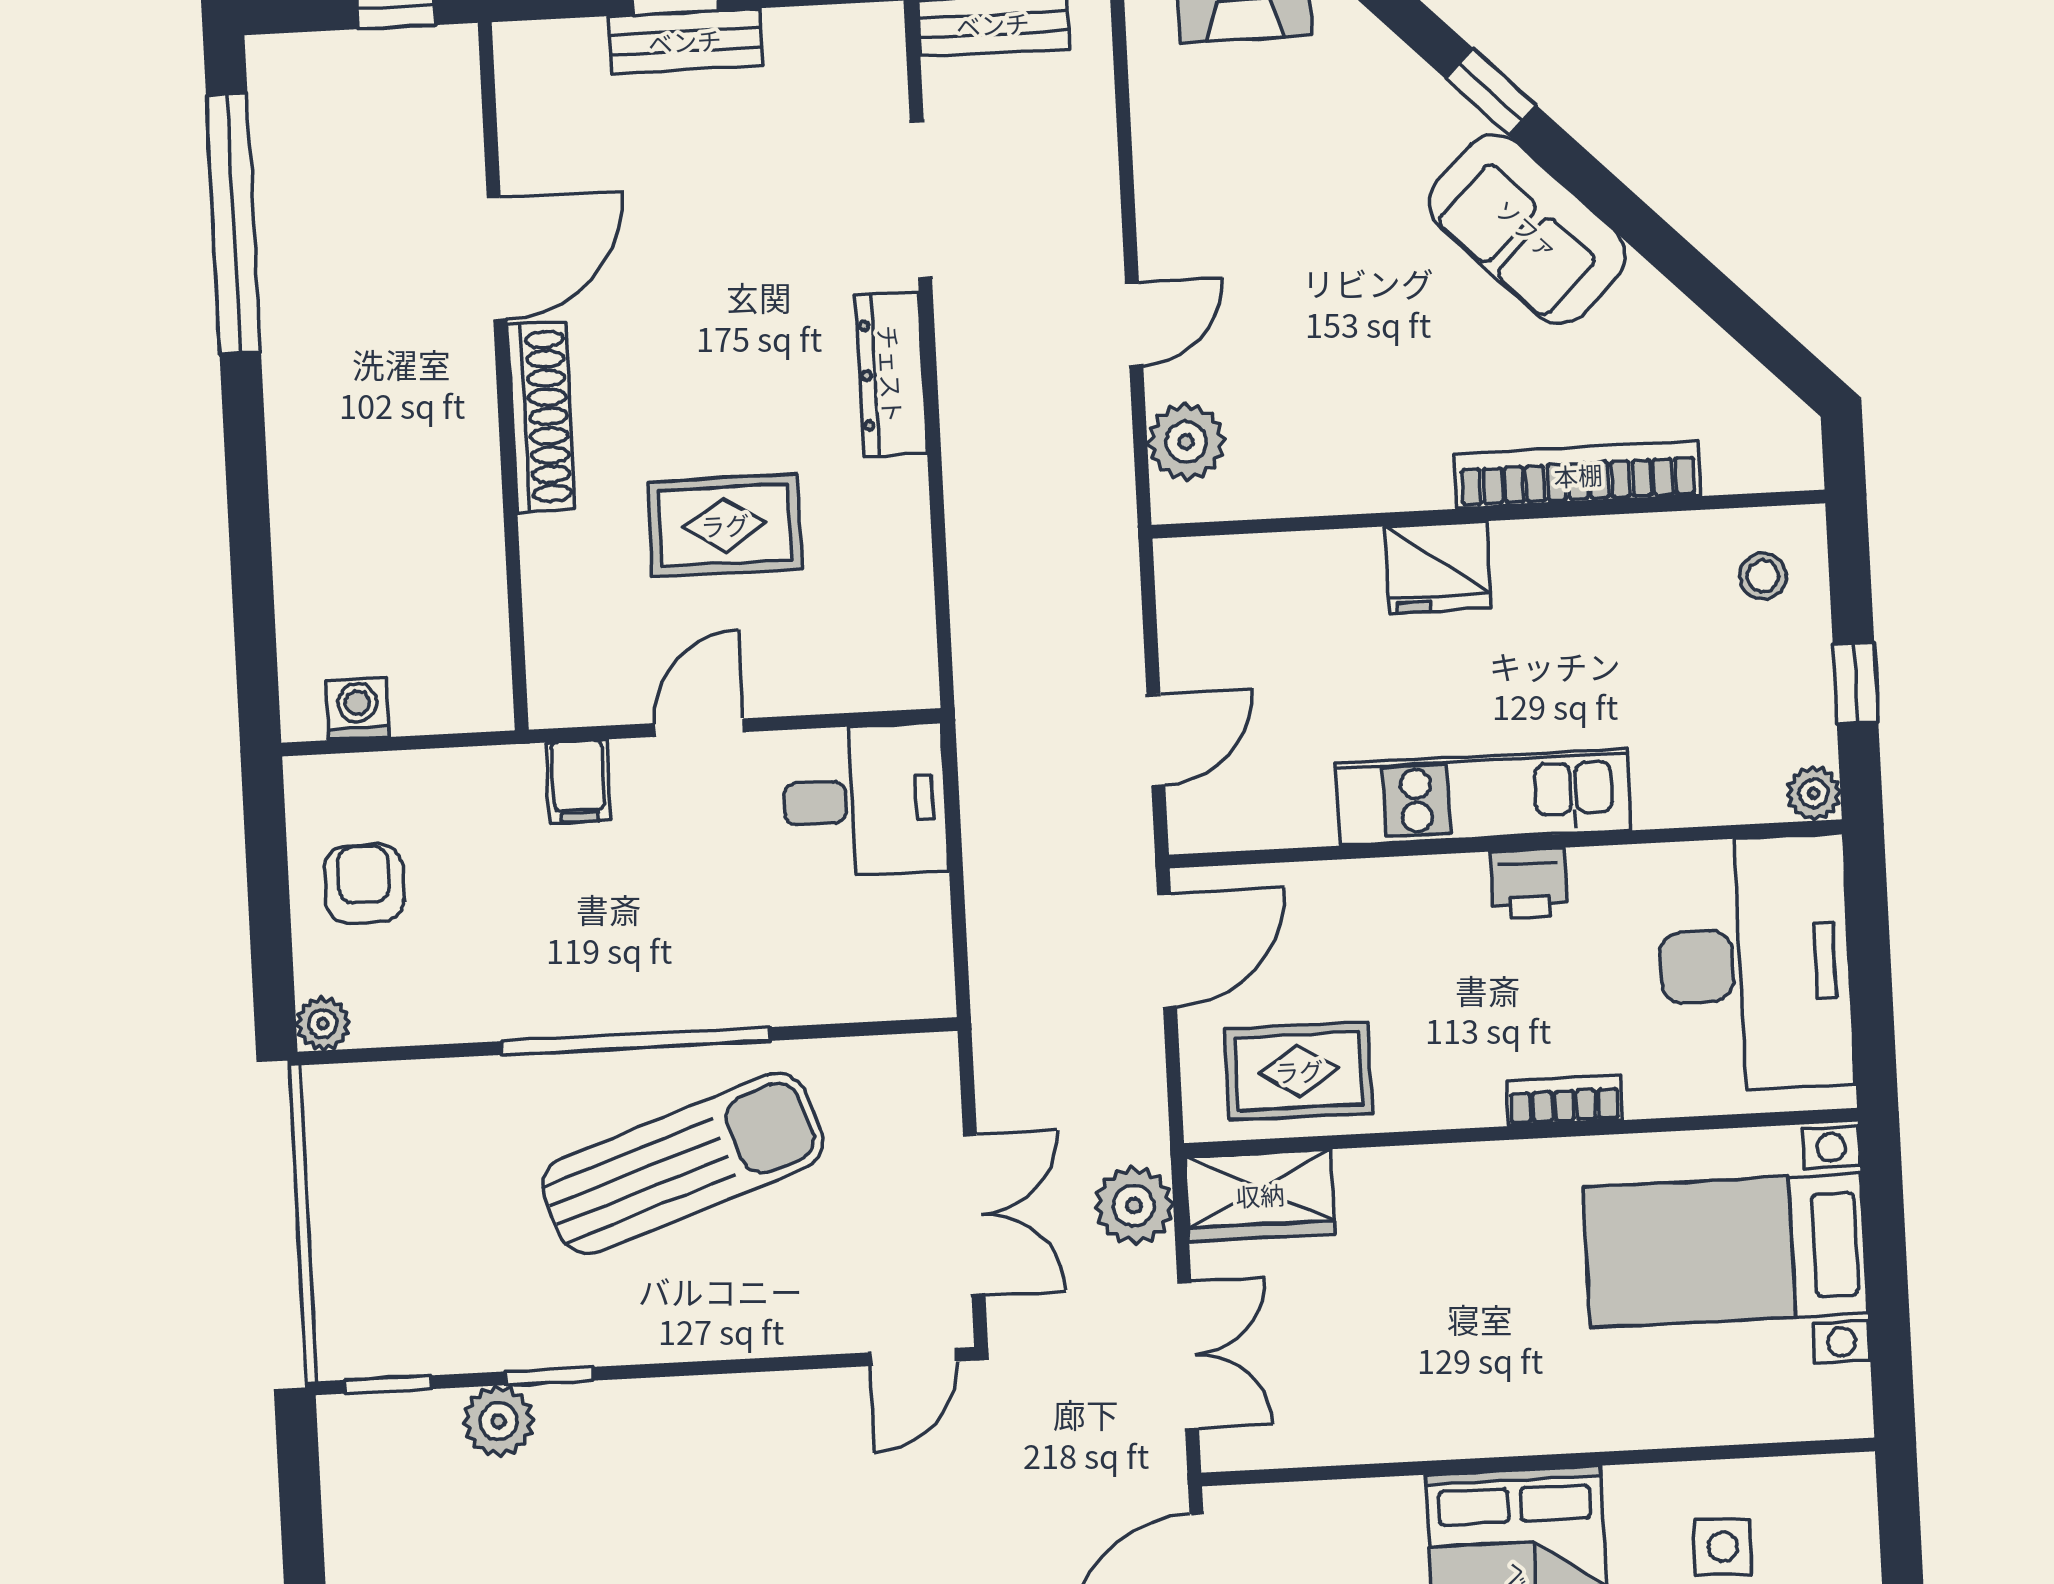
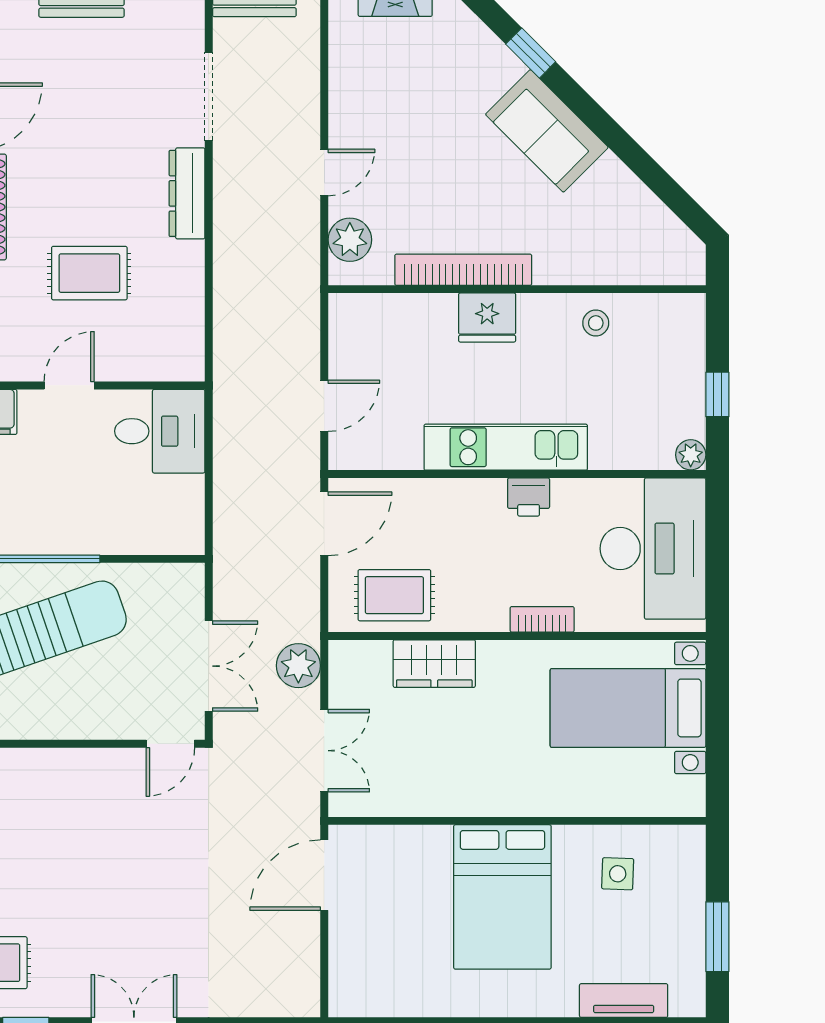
bookcase: (1578, 475) -> (463, 270), moved
stool: (1763, 576) -> (596, 323), moved
wardrobe: (1260, 1195) -> (434, 664), moved

